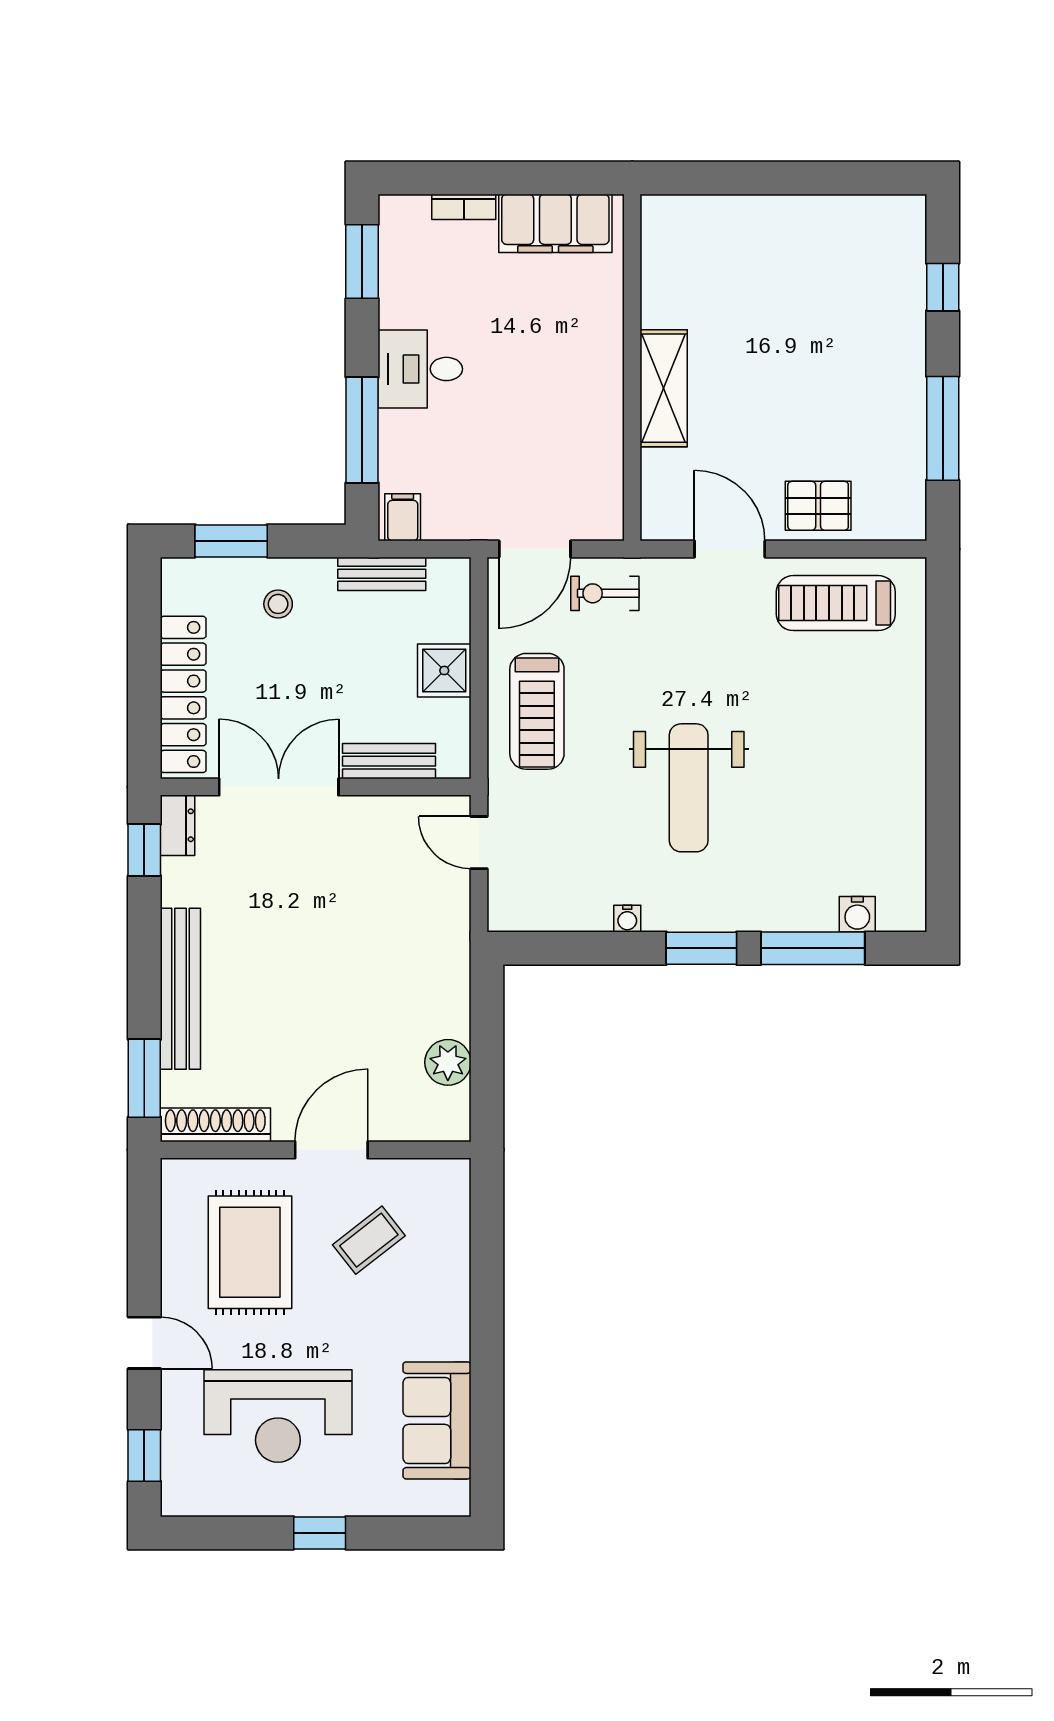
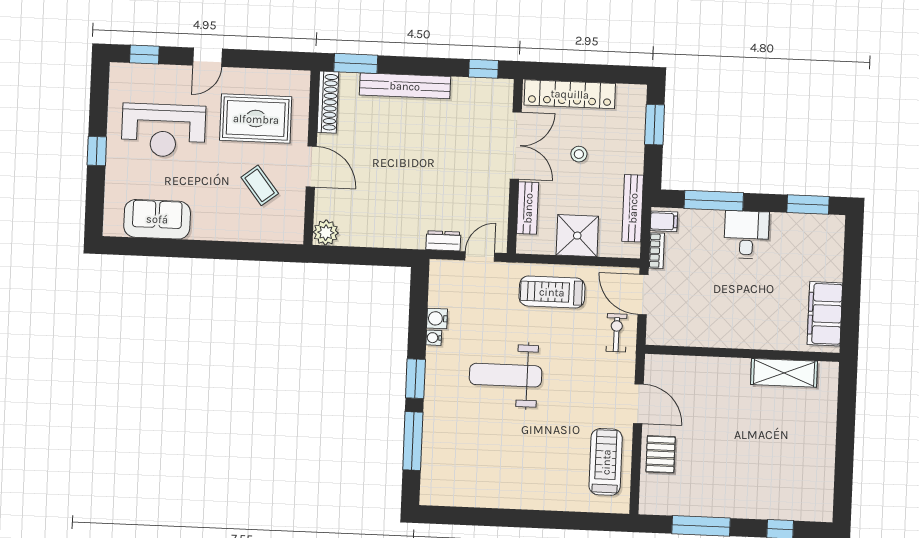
bookcase: (464, 207) -> (656, 251), moved, turned 180
shelving: (664, 388) -> (784, 373), moved
door: (730, 549) -> (638, 404), hinge flipped
bench: (382, 574) -> (633, 208), width x1.36
stool: (278, 604) -> (579, 154), moved
shower: (444, 670) -> (577, 236), width x1.36, depth x1.36
dresser: (177, 825) -> (443, 241), moved, turned 180
water cooler: (857, 914) -> (437, 318), moved
plant: (448, 1062) -> (326, 233), moved
reception desk: (278, 1416) -> (163, 130), turned -90

